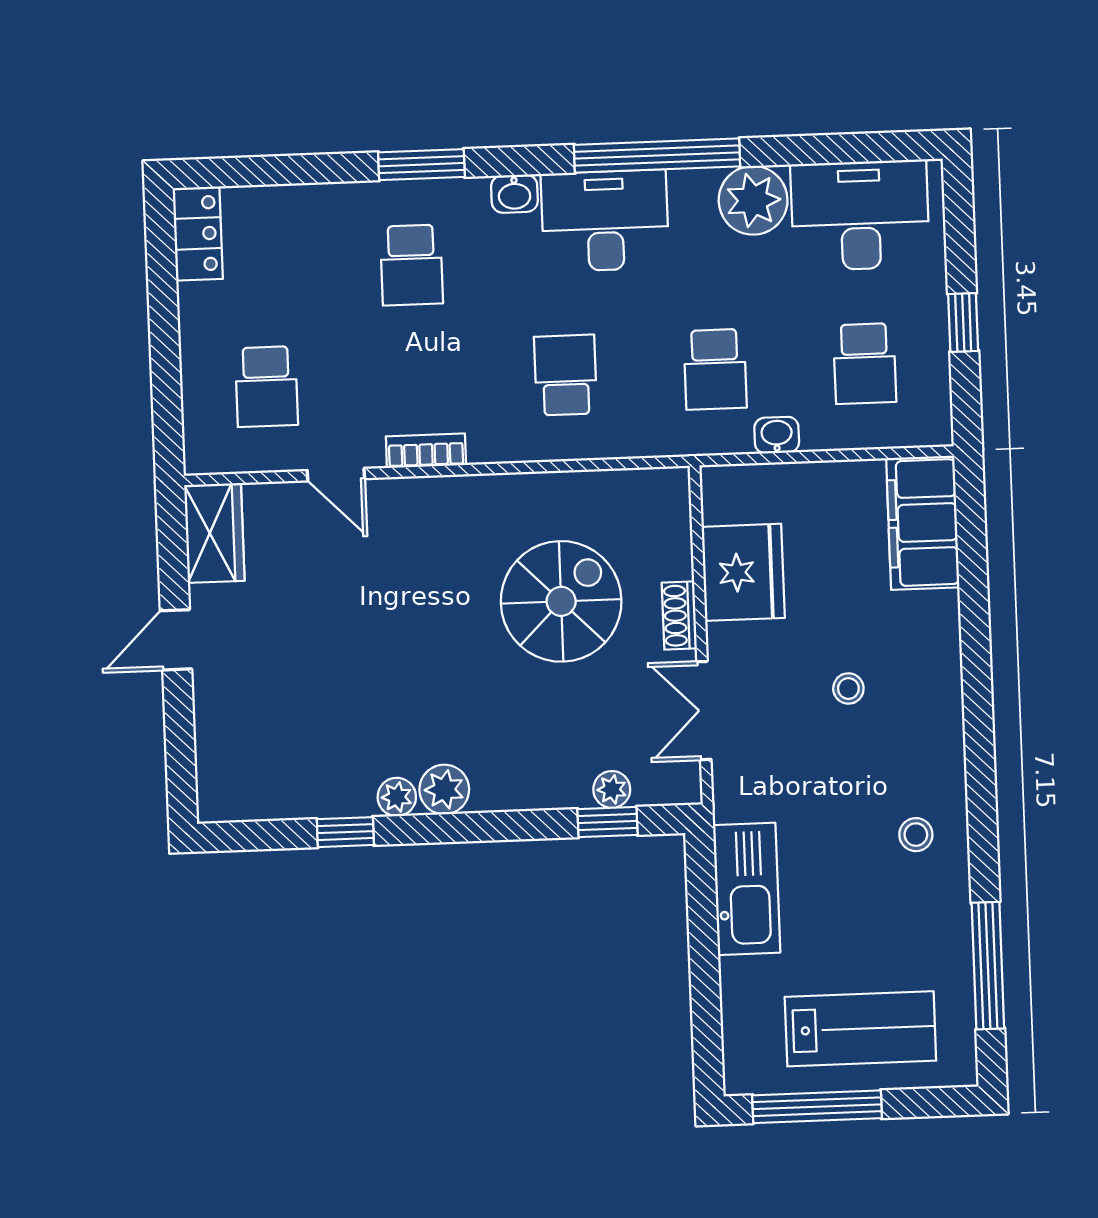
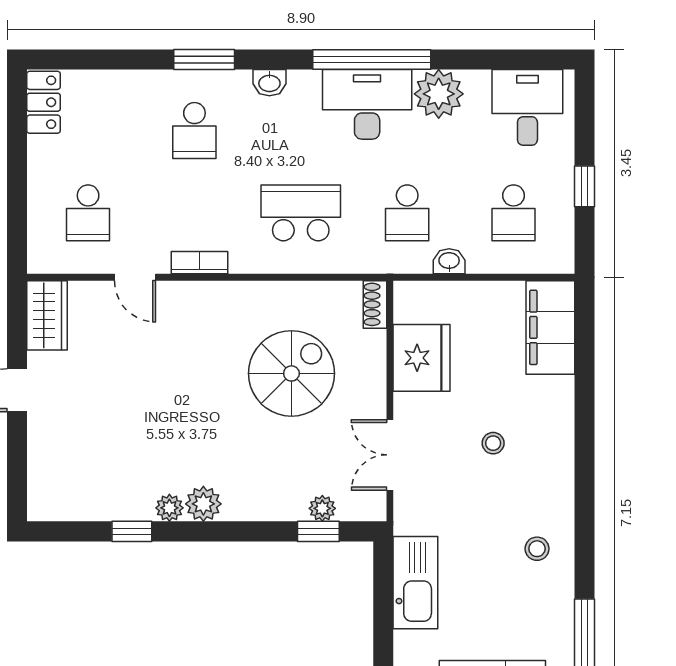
desk: (860, 215) -> (527, 107), width x0.73
desk: (605, 221) -> (367, 104), moved
school desk: (566, 375) -> (301, 213), width x1.85
shoe rack: (679, 616) -> (375, 304), moved

